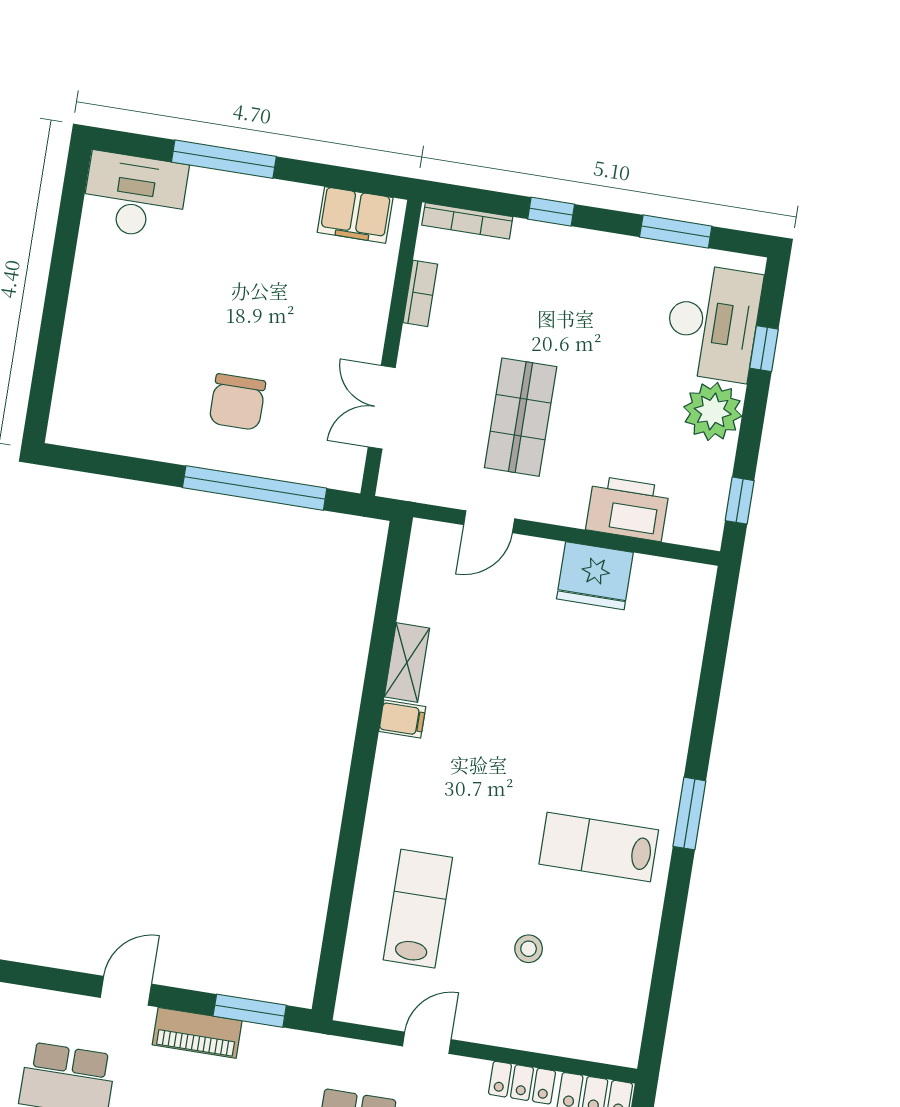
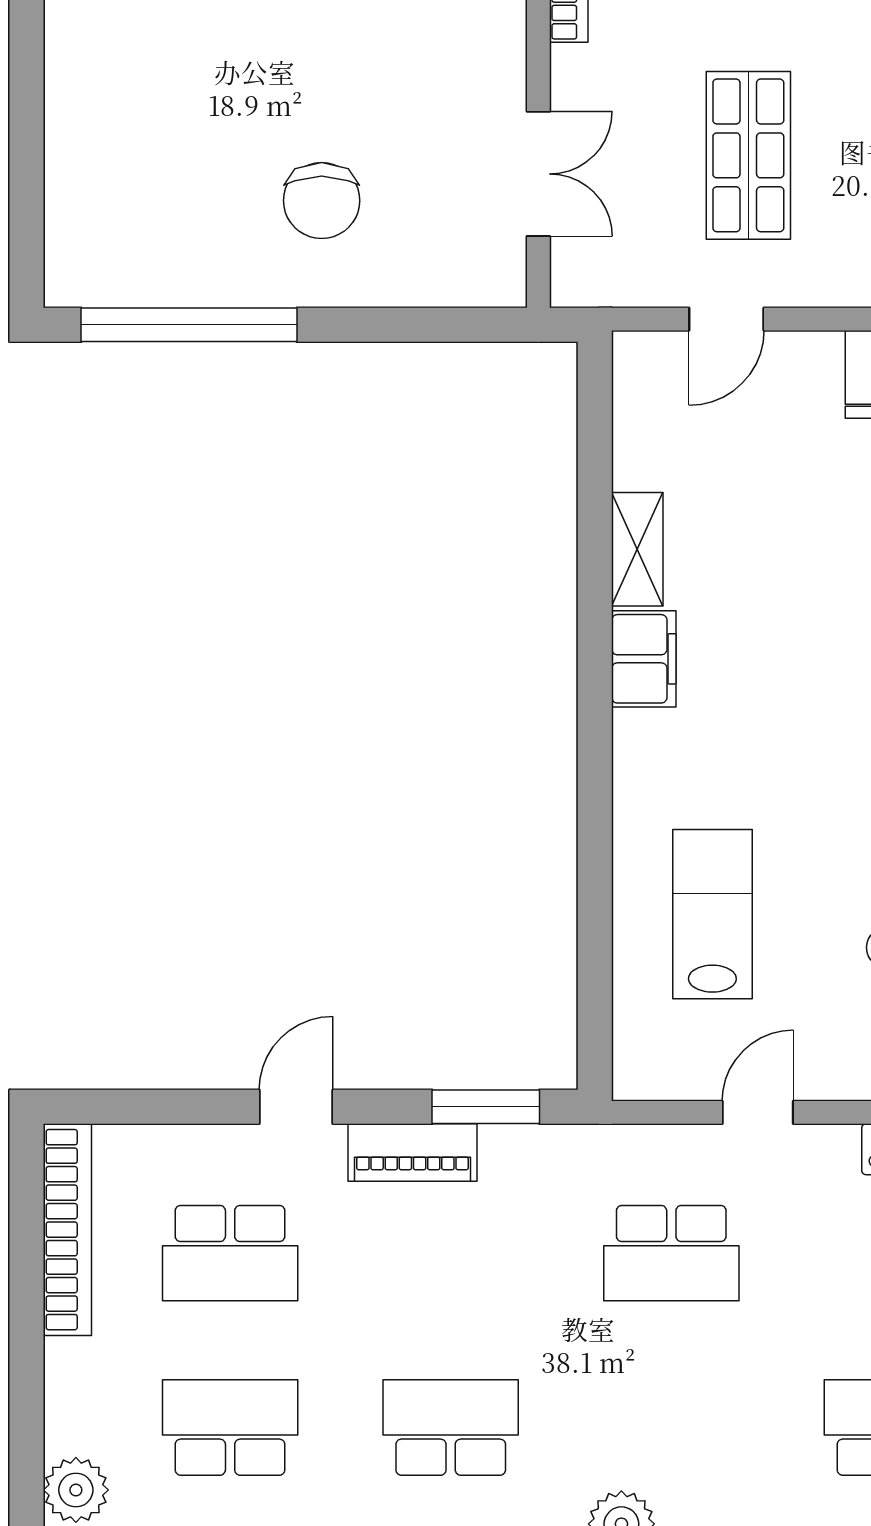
double door: (382, 407) -> (538, 174), swing flipped
window: (255, 488) -> (189, 325), moved
filing cabinet: (402, 719) -> (644, 659), width x2.00

